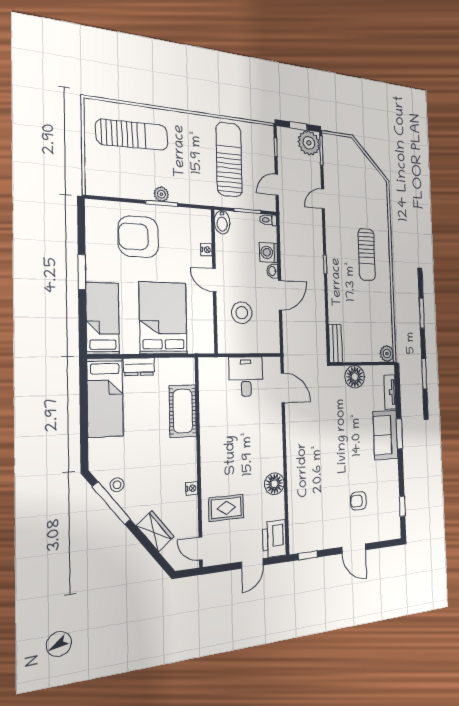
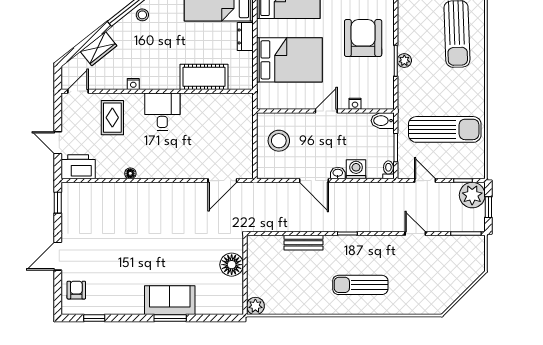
plant: (309, 143) -> (472, 195), moved
stool: (242, 313) -> (279, 141), moved
bench: (335, 343) -> (304, 243), moved
desk: (246, 377) -> (162, 112), moved, turned -90
tv unit: (390, 392) -> (214, 308), removed
floor lamp: (274, 484) -> (130, 173), width x0.53, depth x0.53
armchair: (358, 501) -> (76, 290), moved

